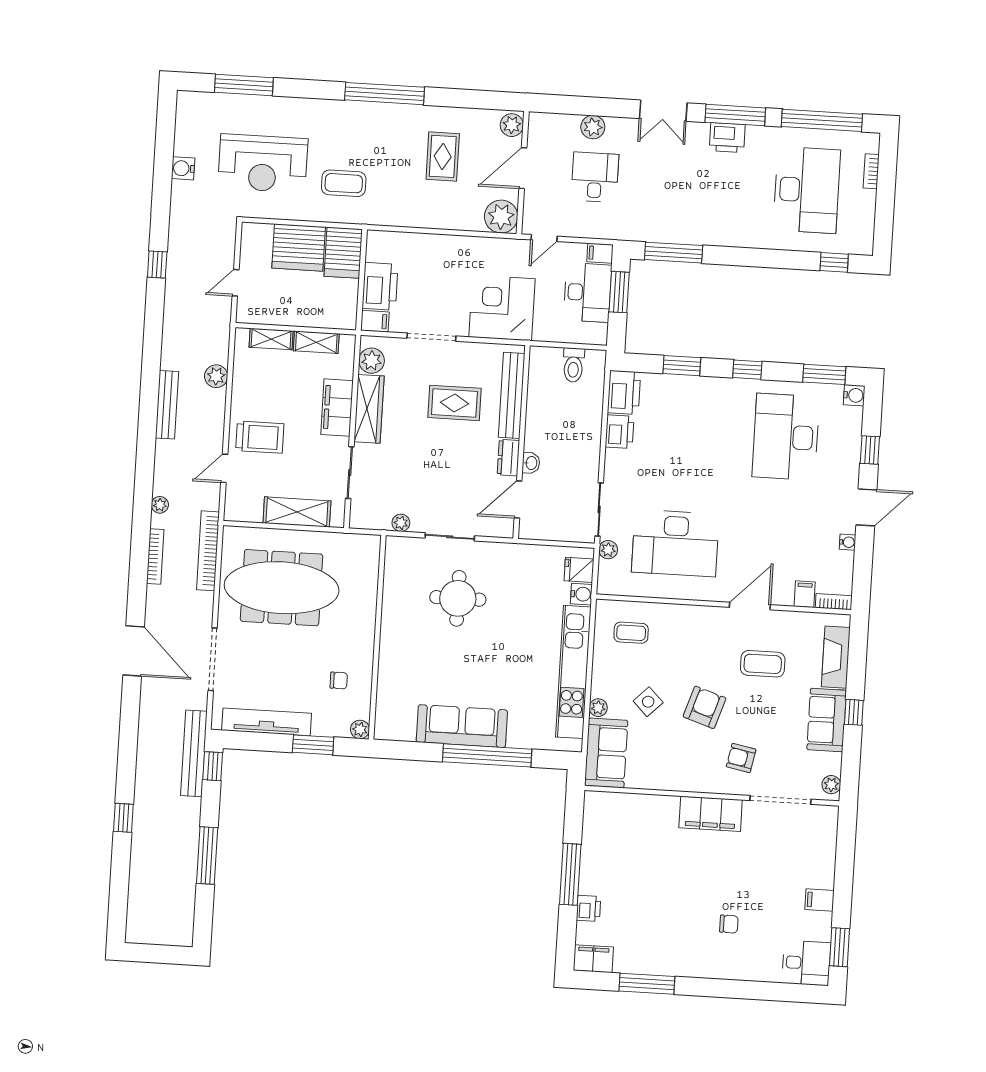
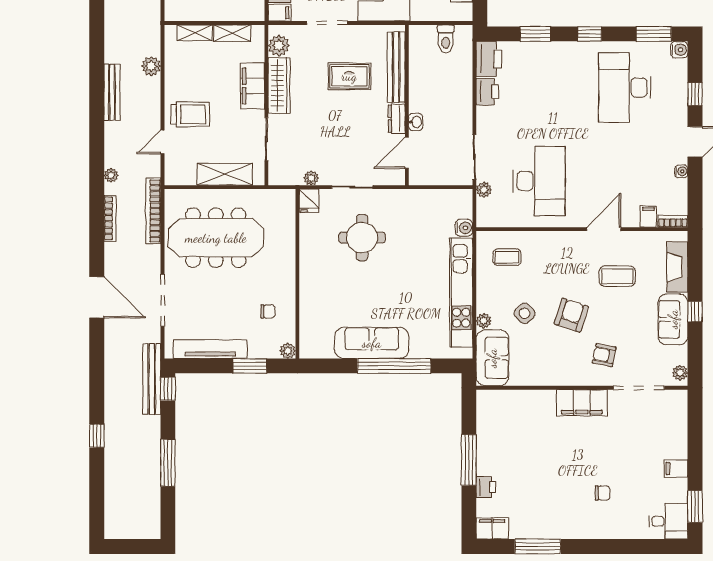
desk: (675, 543) -> (539, 181), turned -90
fridge: (579, 570) -> (309, 201), moved, turned -90

